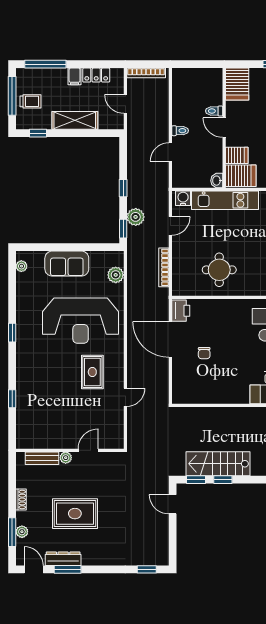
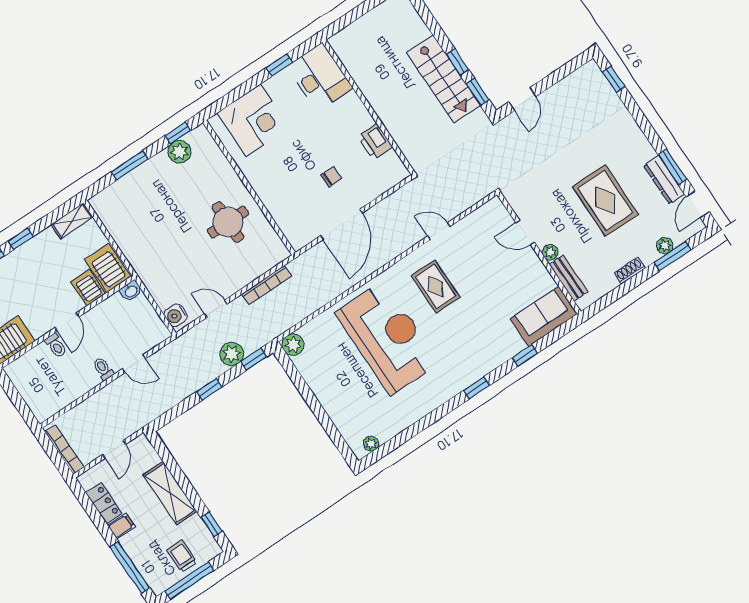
kitchen unit: (225, 200) -> (147, 267), removed
sofa: (67, 264) -> (544, 316), moved, turned -90
plant: (116, 275) -> (293, 345), moved
printer: (181, 311) -> (375, 142), moved, turned -90
window: (12, 333) -> (477, 388), moved
rug: (92, 372) -> (436, 286), turned 90

